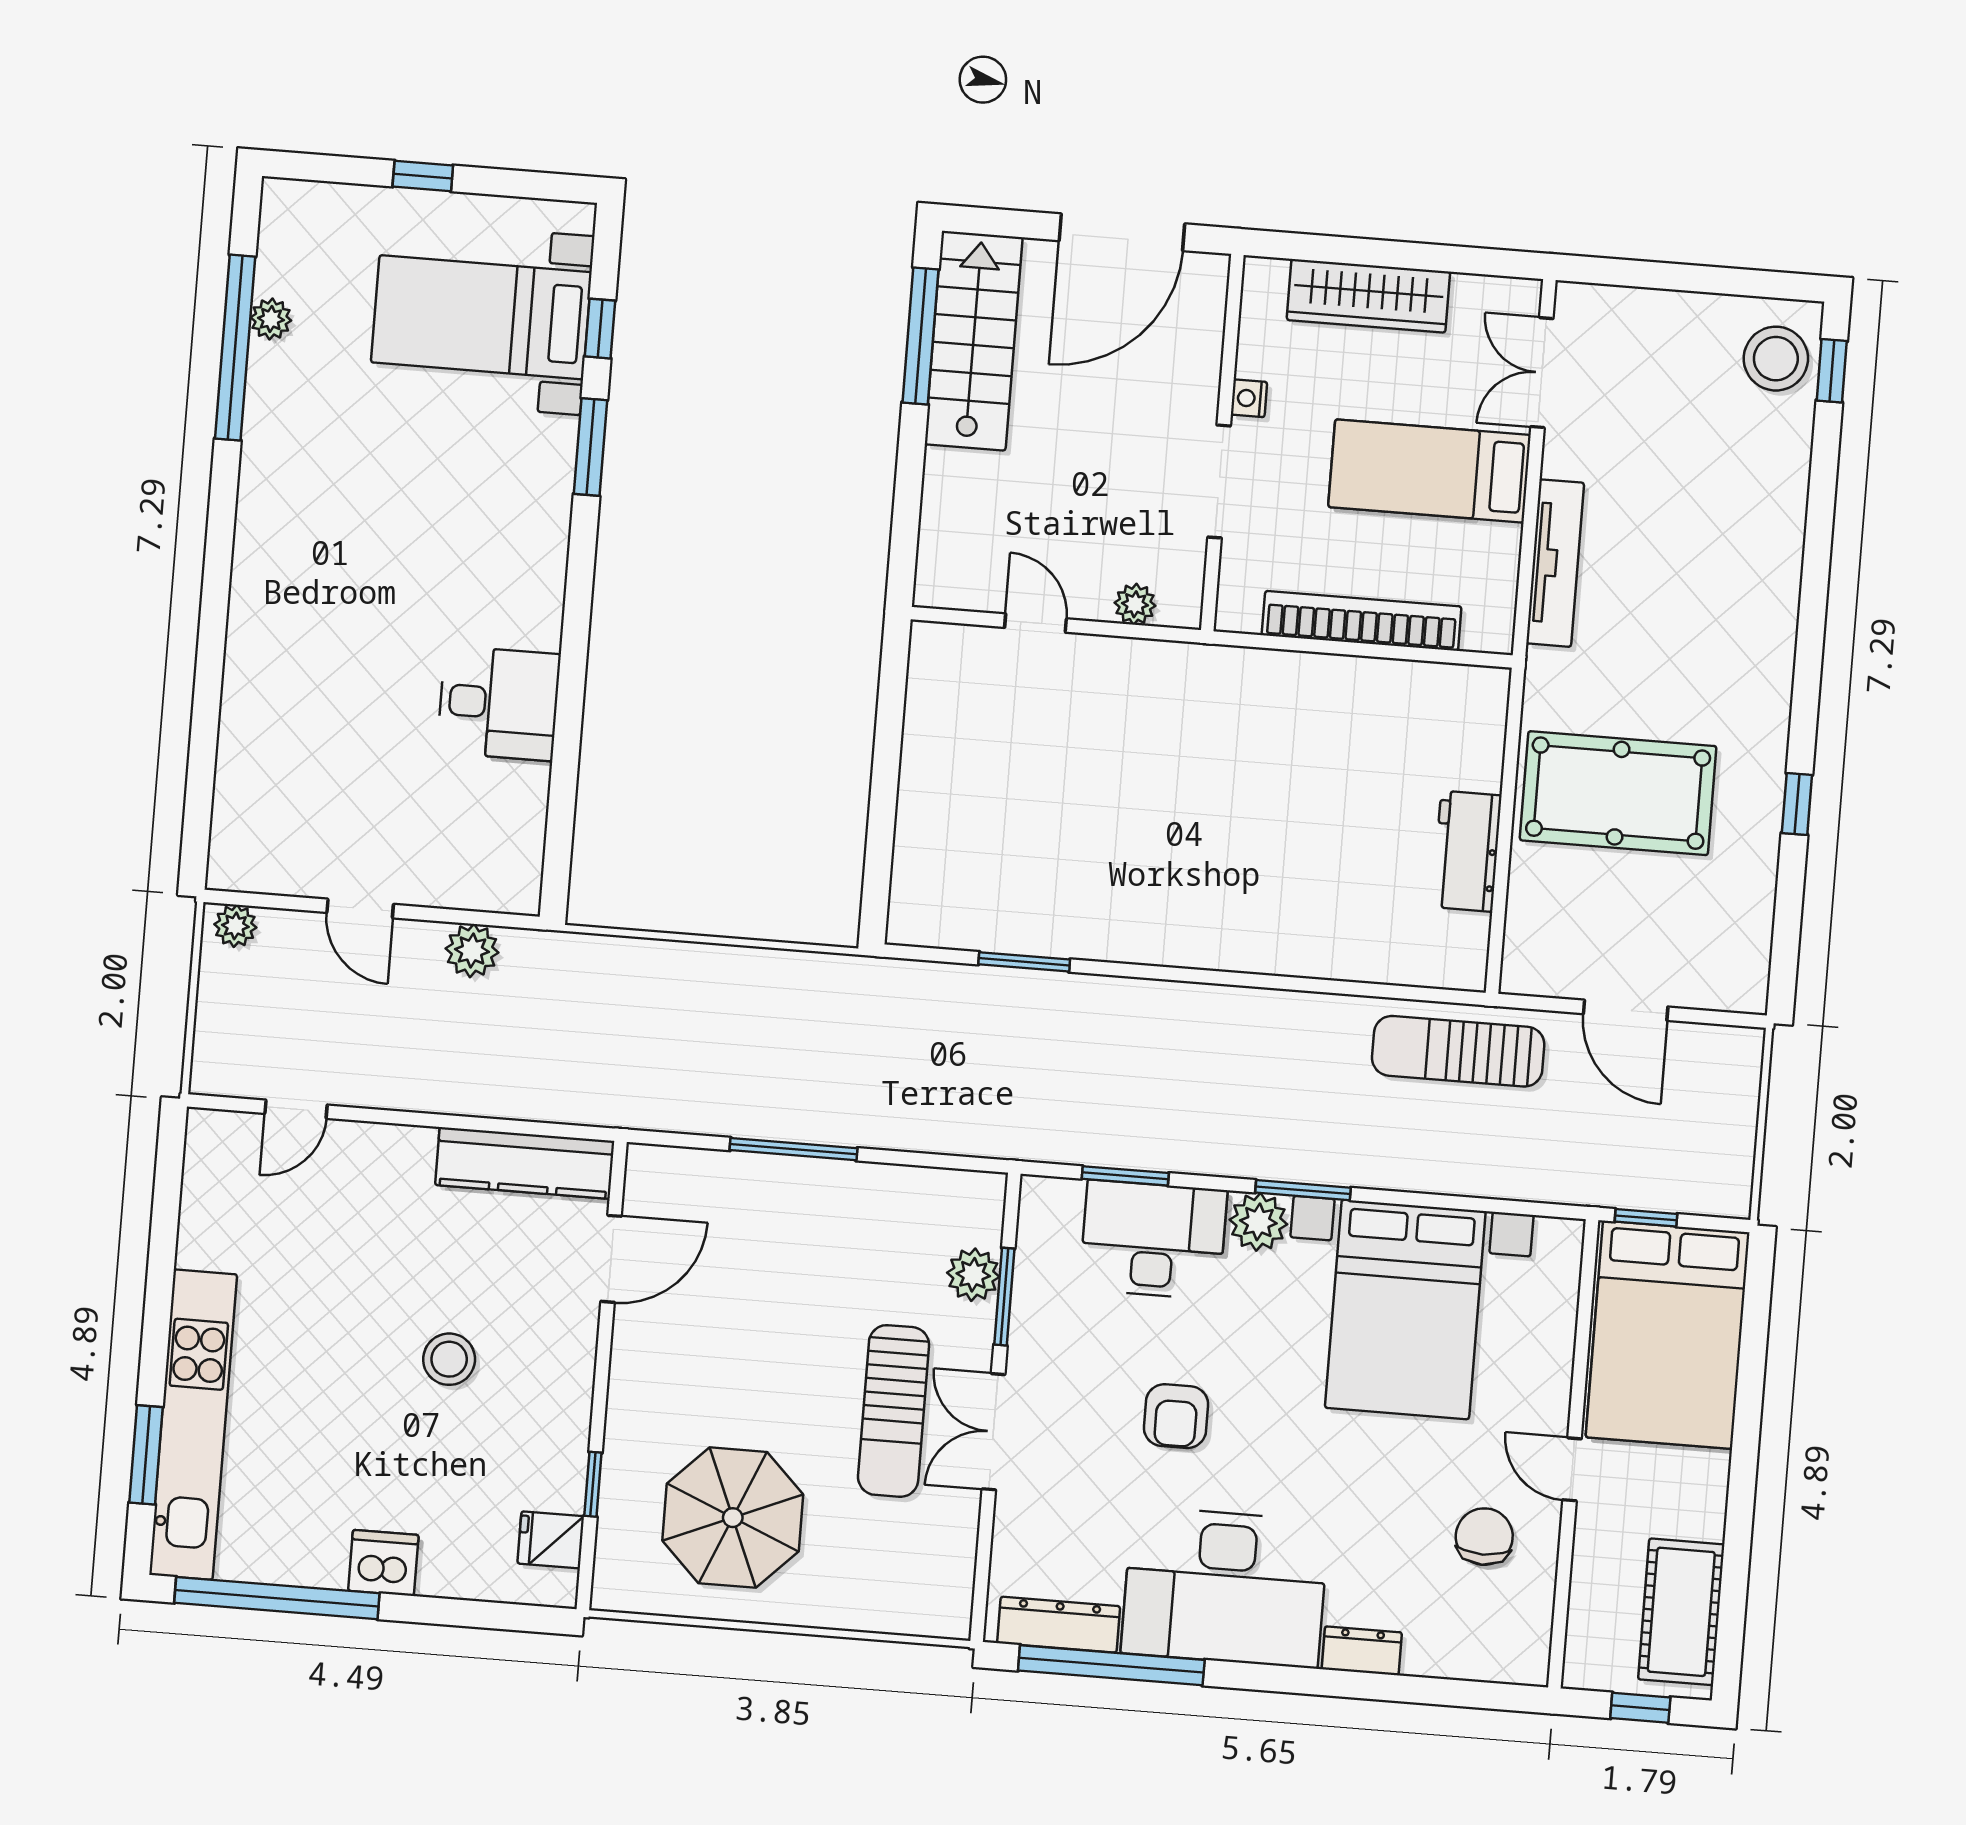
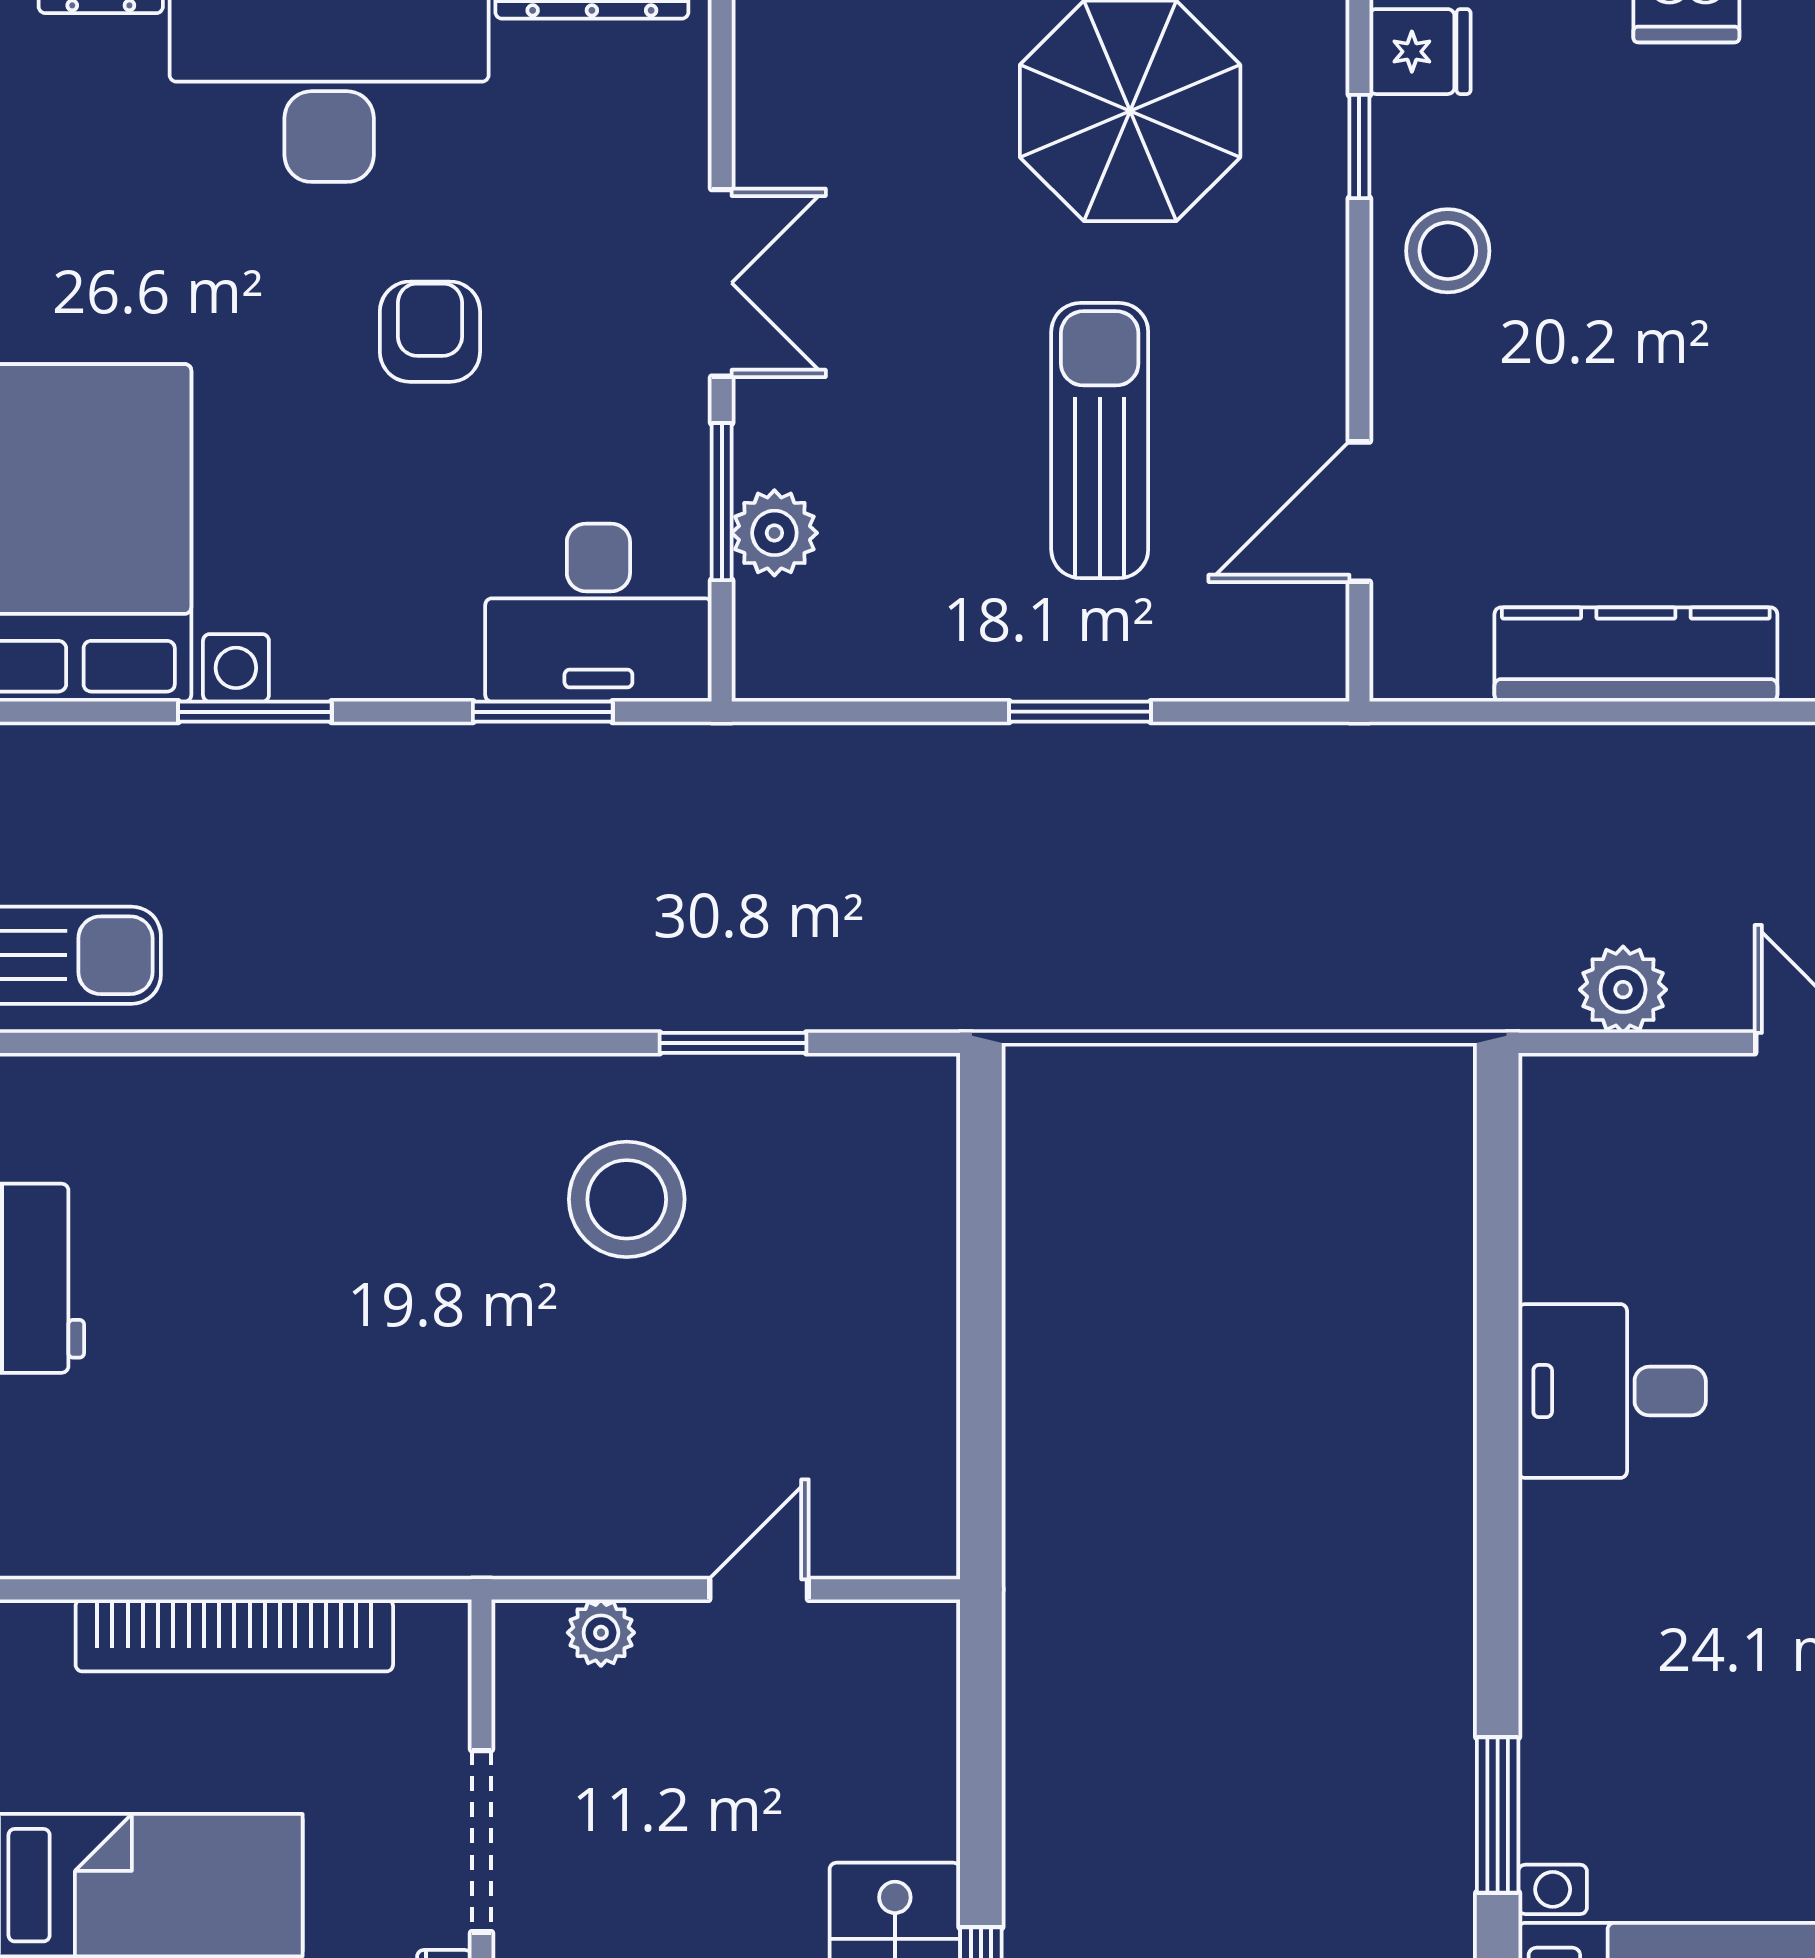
door: (1036, 623) -> (759, 1589), swing flipped
stool: (1098, 870) -> (627, 1199), added
window: (793, 1149) -> (1080, 712), width x0.69
kitchen counter: (525, 1163) -> (1636, 655), moved
plant: (1258, 1222) -> (323, 655), removed
desk: (1153, 1240) -> (598, 613), moved
stool: (449, 1359) -> (1448, 251), moved
sun lounger: (894, 1411) -> (1100, 441), moved

